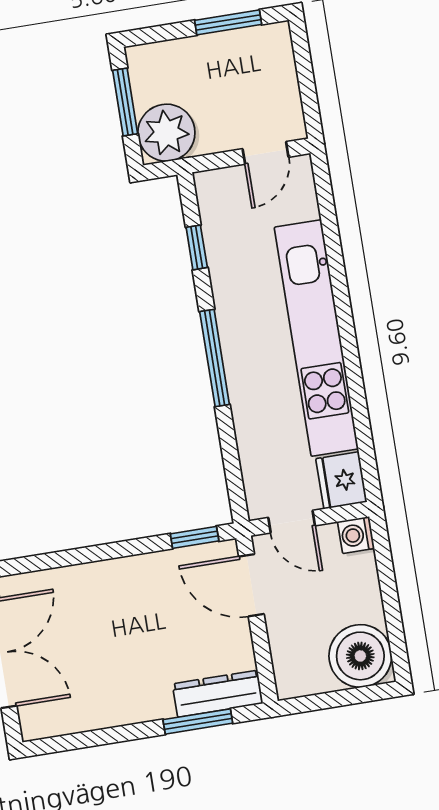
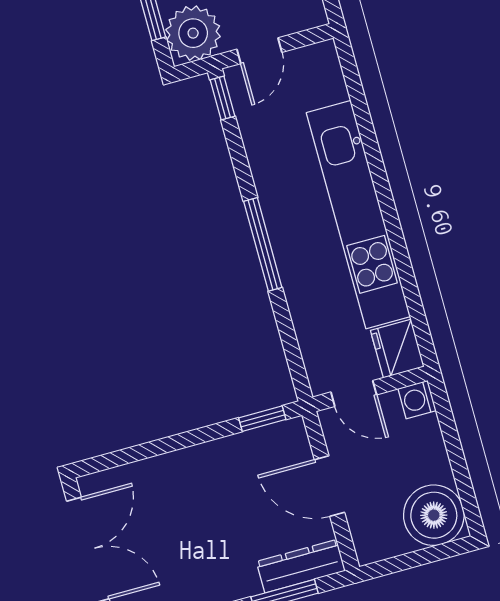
door: (266, 153) -> (259, 51), moved
window: (197, 247) -> (223, 98), moved
door: (251, 585) -> (329, 486), moved

